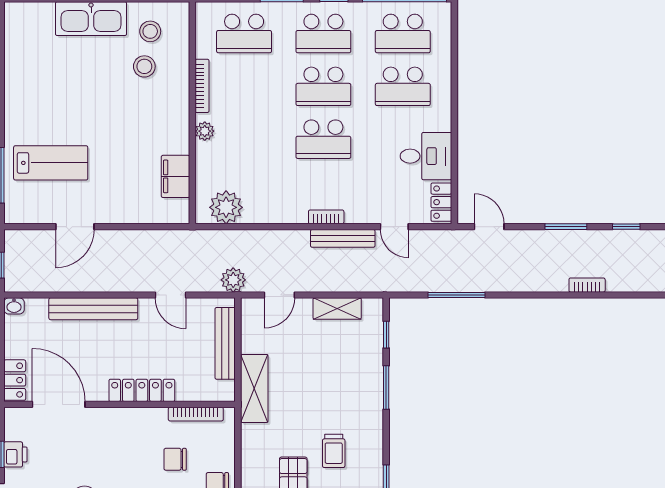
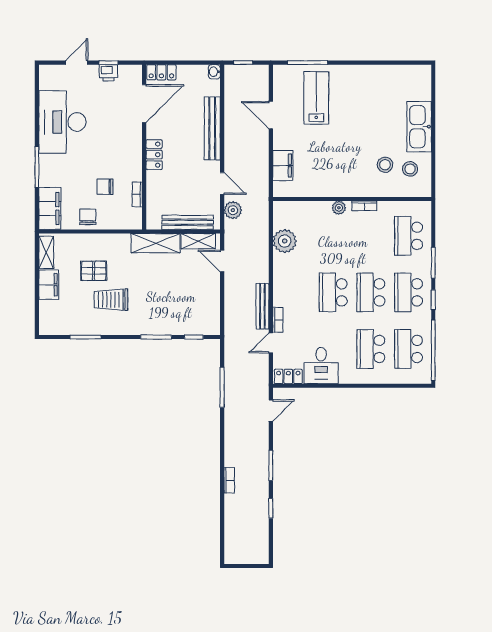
bookcase: (202, 86) -> (364, 206), width x0.64
lab bench: (51, 163) -> (316, 98), turned 180
filing cabinet: (176, 176) -> (283, 165), moved, turned 90
plant: (226, 207) -> (285, 241), moved
bookcase: (326, 217) -> (278, 320), moved
plant: (233, 280) -> (233, 210), moved
door: (171, 295) -> (222, 183), swing flipped
shelving: (337, 309) -> (198, 241), moved, turned 90
locker: (142, 390) -> (154, 155), width x0.66
bookcase: (196, 414) -> (137, 194), width x0.64
trolley: (334, 451) -> (111, 300), width x1.36, depth x1.39
chair: (175, 459) -> (105, 187), turned -90

